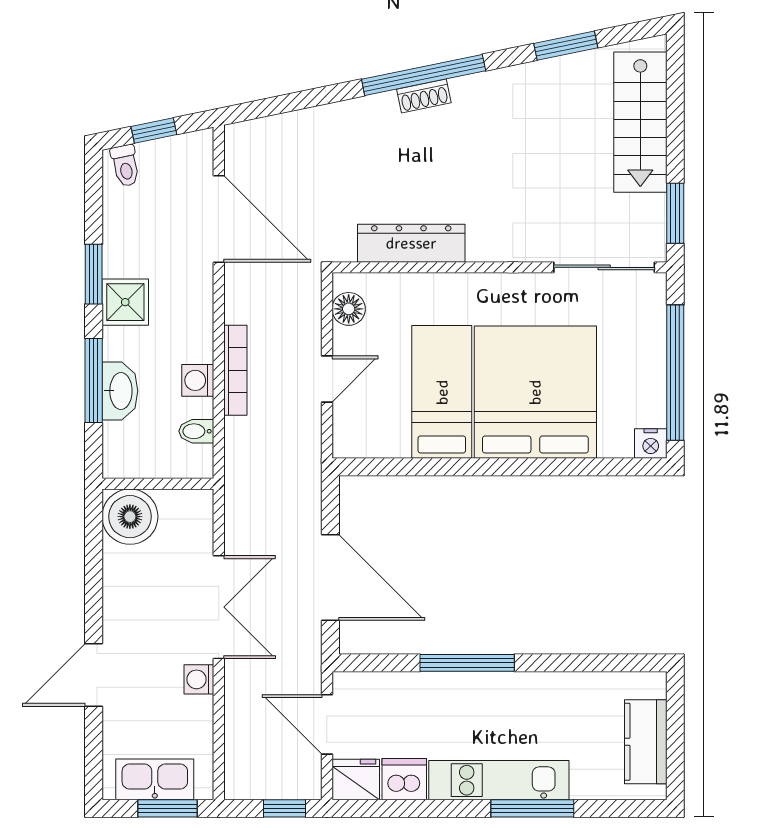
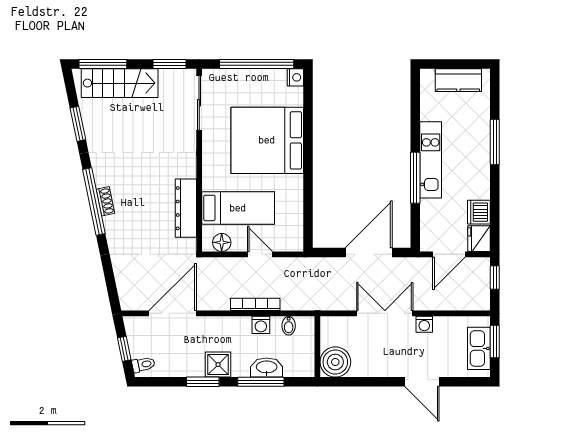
window: (675, 91) -> (103, 64), added
bed: (442, 392) -> (238, 208), moved, turned 180
kitchen unit: (499, 780) -> (431, 160), moved, turned 180

